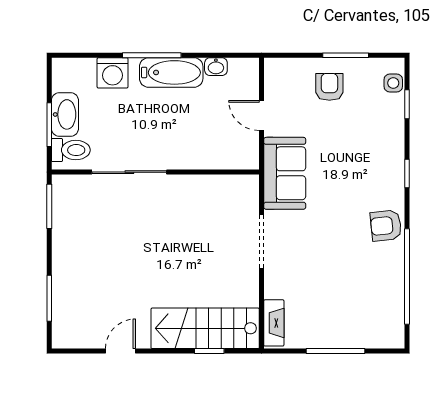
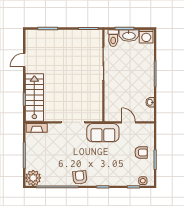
bathtub: (171, 72) -> (148, 83), removed
washing machine: (113, 73) -> (146, 36), moved, turned -90
door: (261, 115) -> (129, 122), hinge flipped
plant: (387, 331) -> (33, 178), added
door: (120, 351) -> (24, 60), swing flipped

